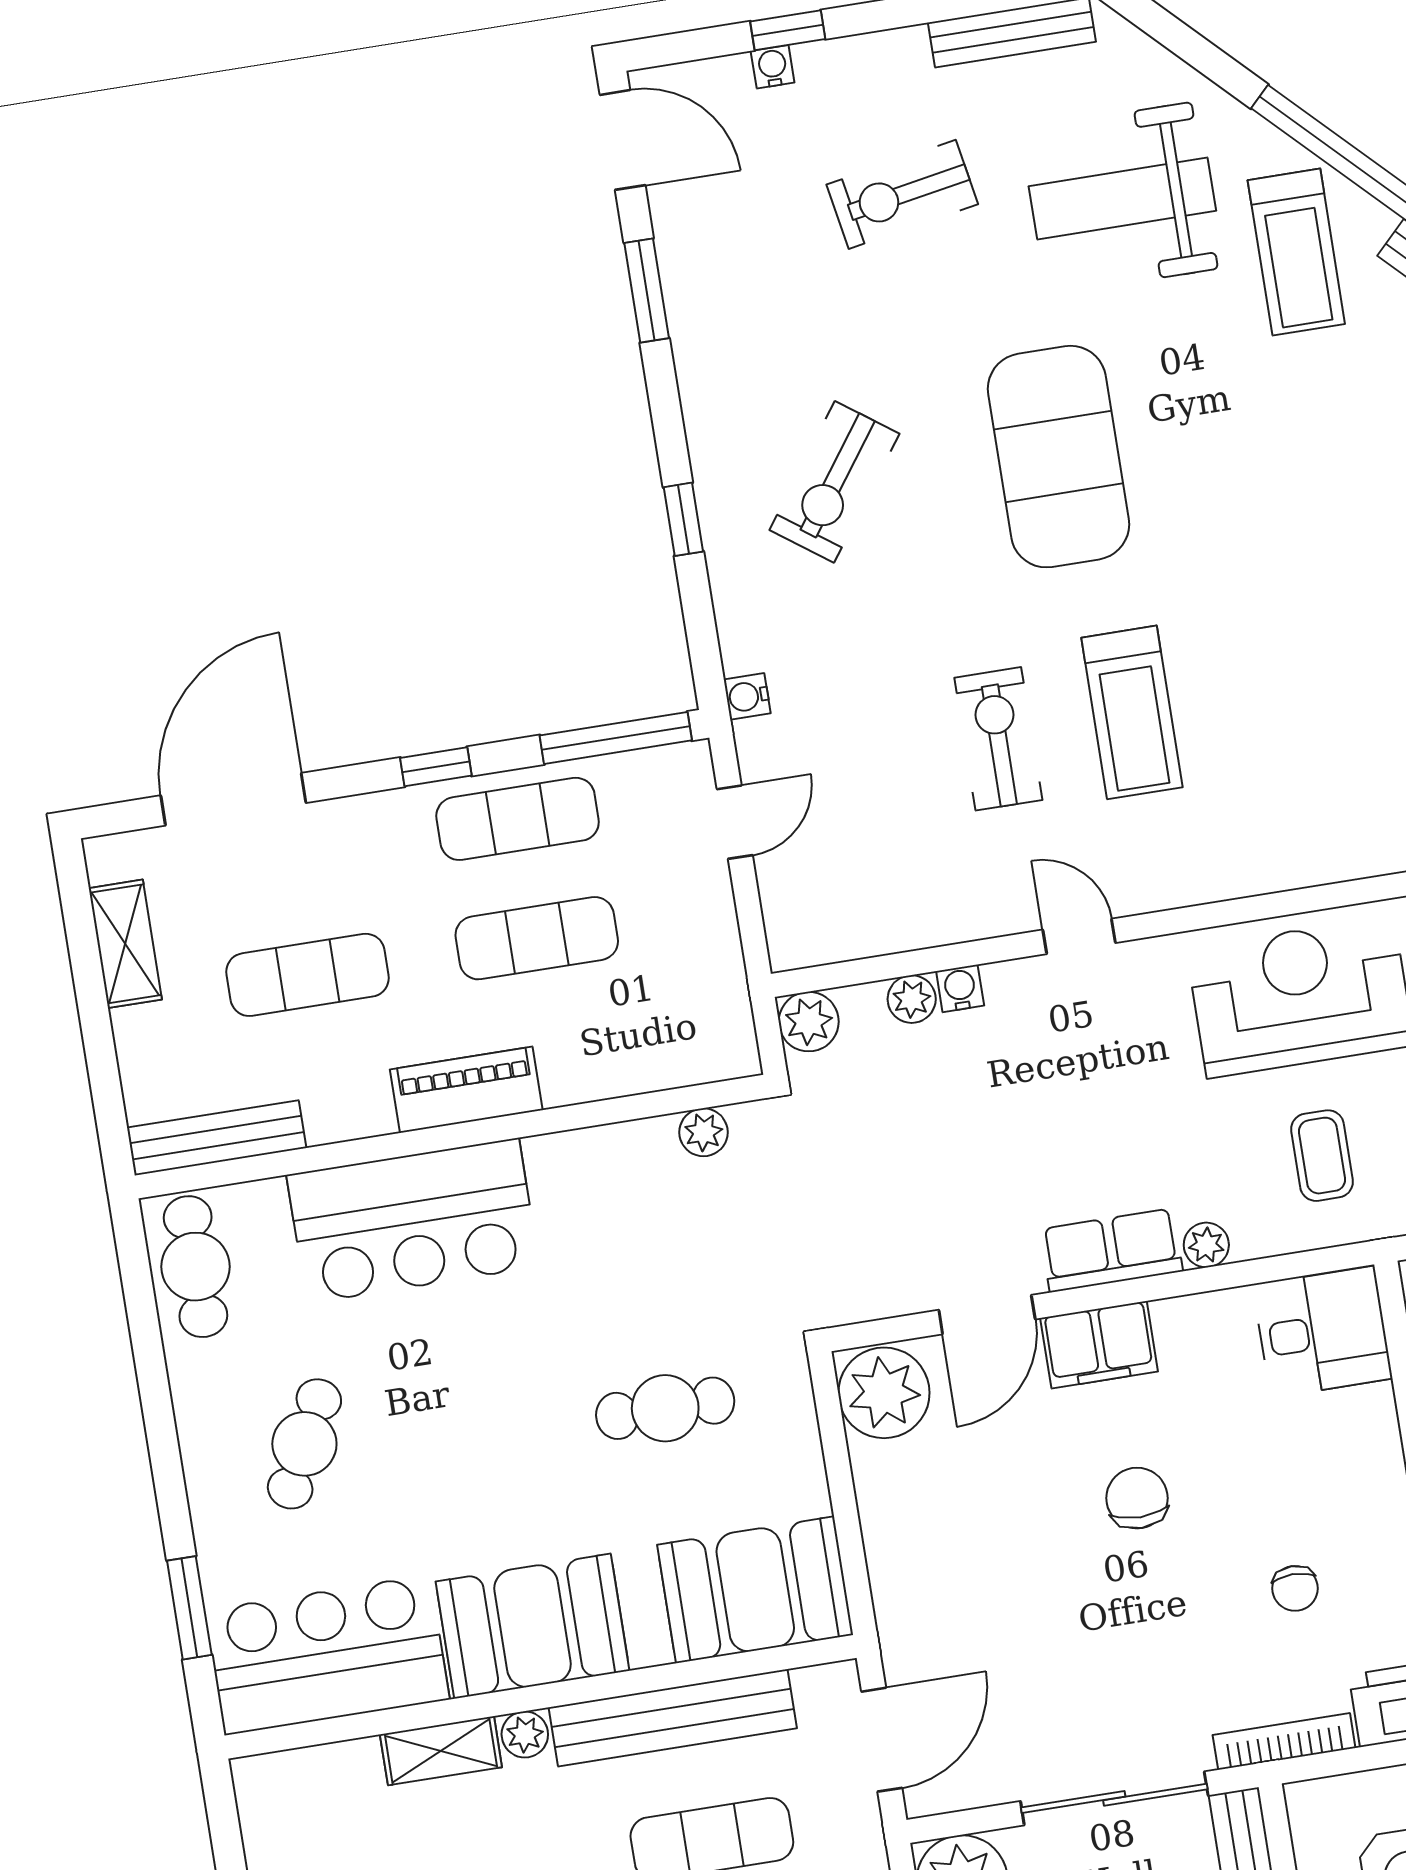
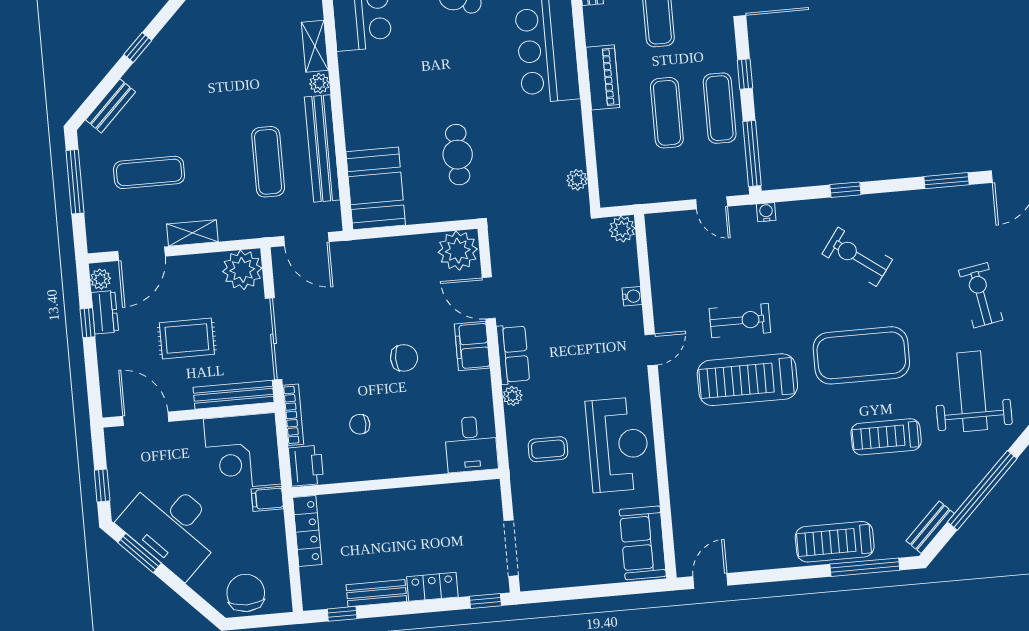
treadmill: (1296, 252) -> (886, 437), moved
treadmill: (1132, 712) -> (747, 380), width x1.37, depth x1.38
plant: (912, 999) -> (629, 275), removed
booth: (533, 1626) -> (367, 90), removed

